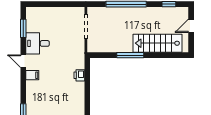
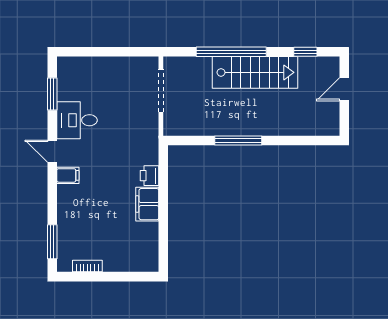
stairs: (158, 43) -> (255, 72), moved, turned 180
filing cabinet: (78, 92) -> (147, 204), added

